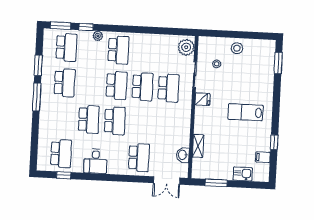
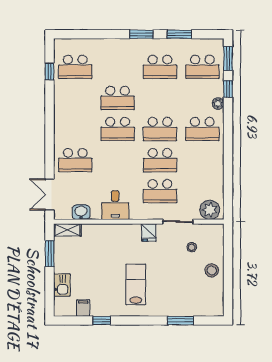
window: (278, 63) -> (181, 321), moved
window: (37, 97) -> (141, 34), width x0.69
shelving: (198, 146) -> (67, 230), moved
desk: (95, 161) -> (115, 205), moved, turned -90

